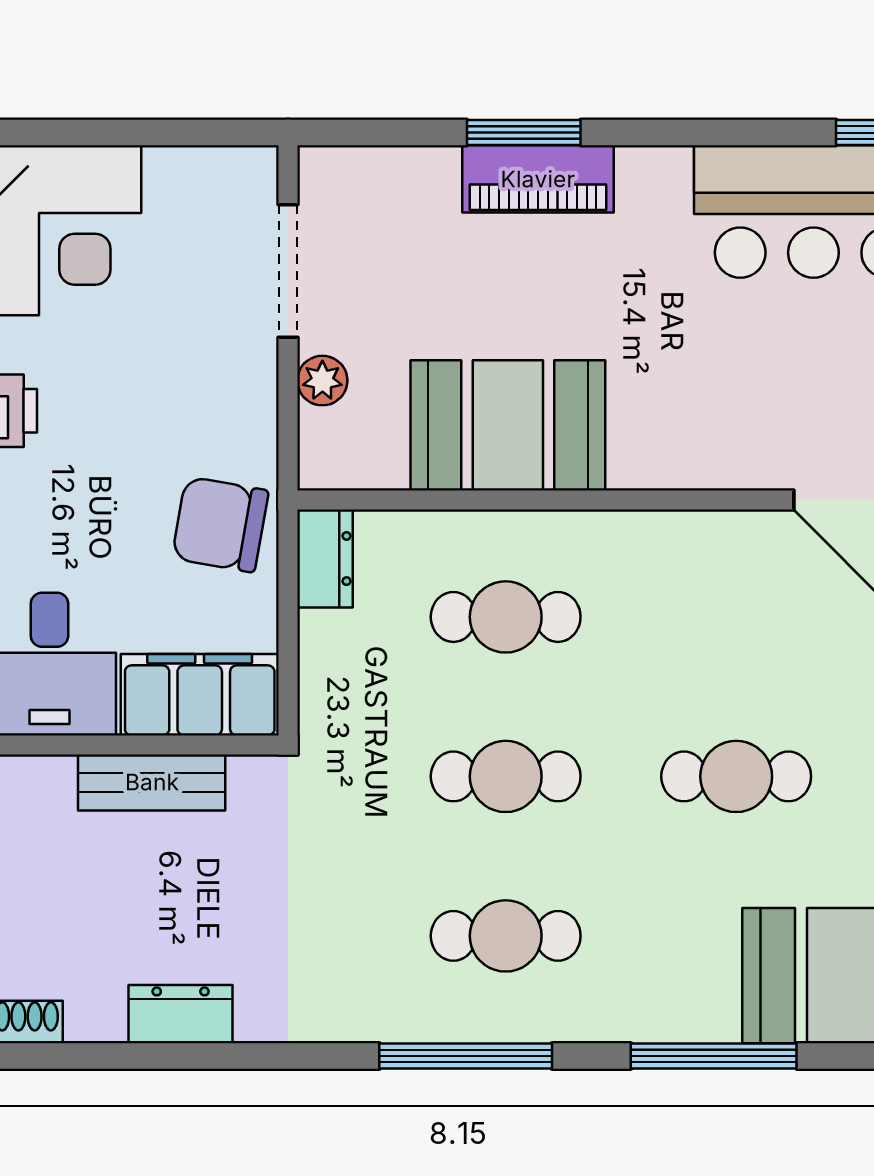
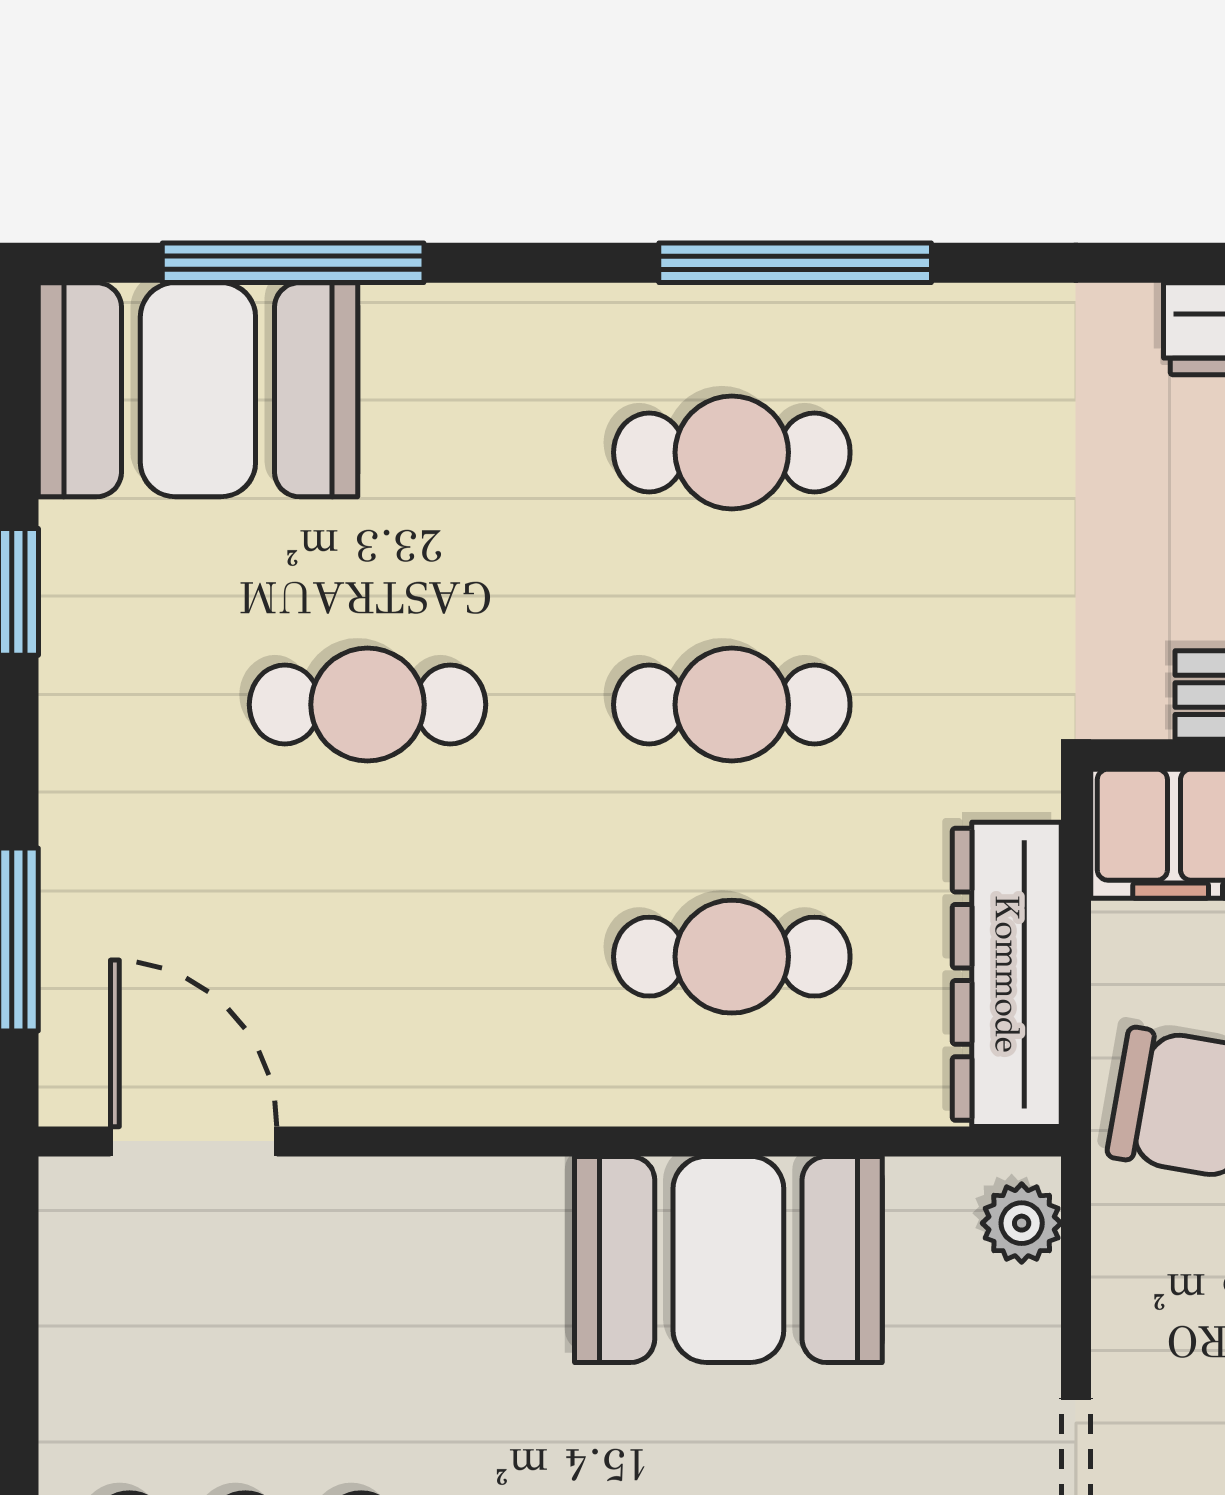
plant: (322, 381) -> (1022, 1223), moved
dresser: (325, 559) -> (1007, 974), width x1.96, depth x1.24
window: (714, 1056) -> (293, 263), moved

